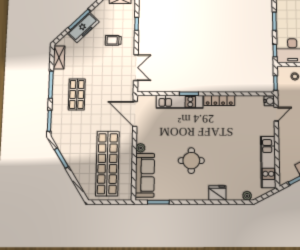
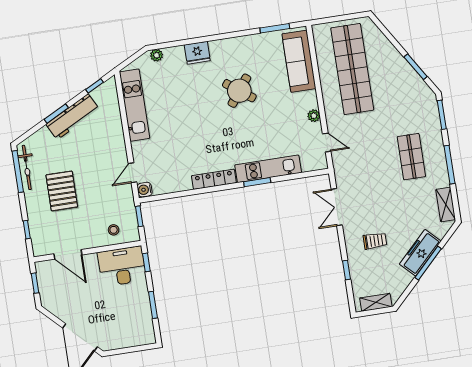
door: (135, 114) -> (327, 142), width x0.53
plant: (141, 148) -> (314, 116), moved
round table: (191, 161) -> (239, 91), turned 37

